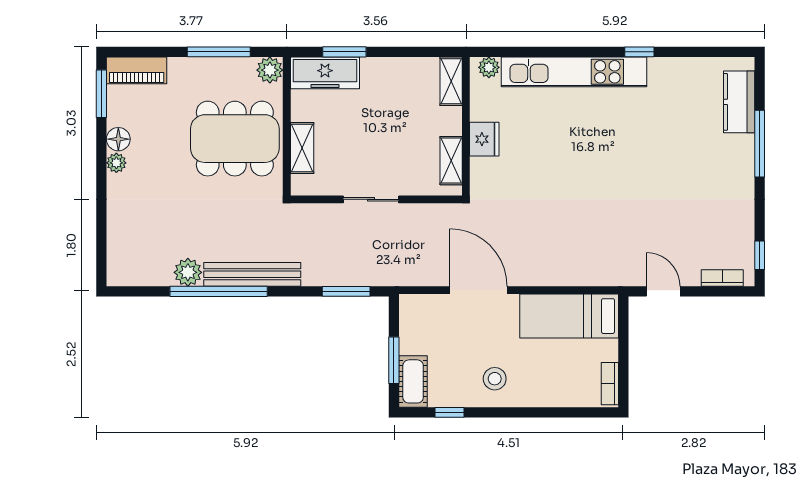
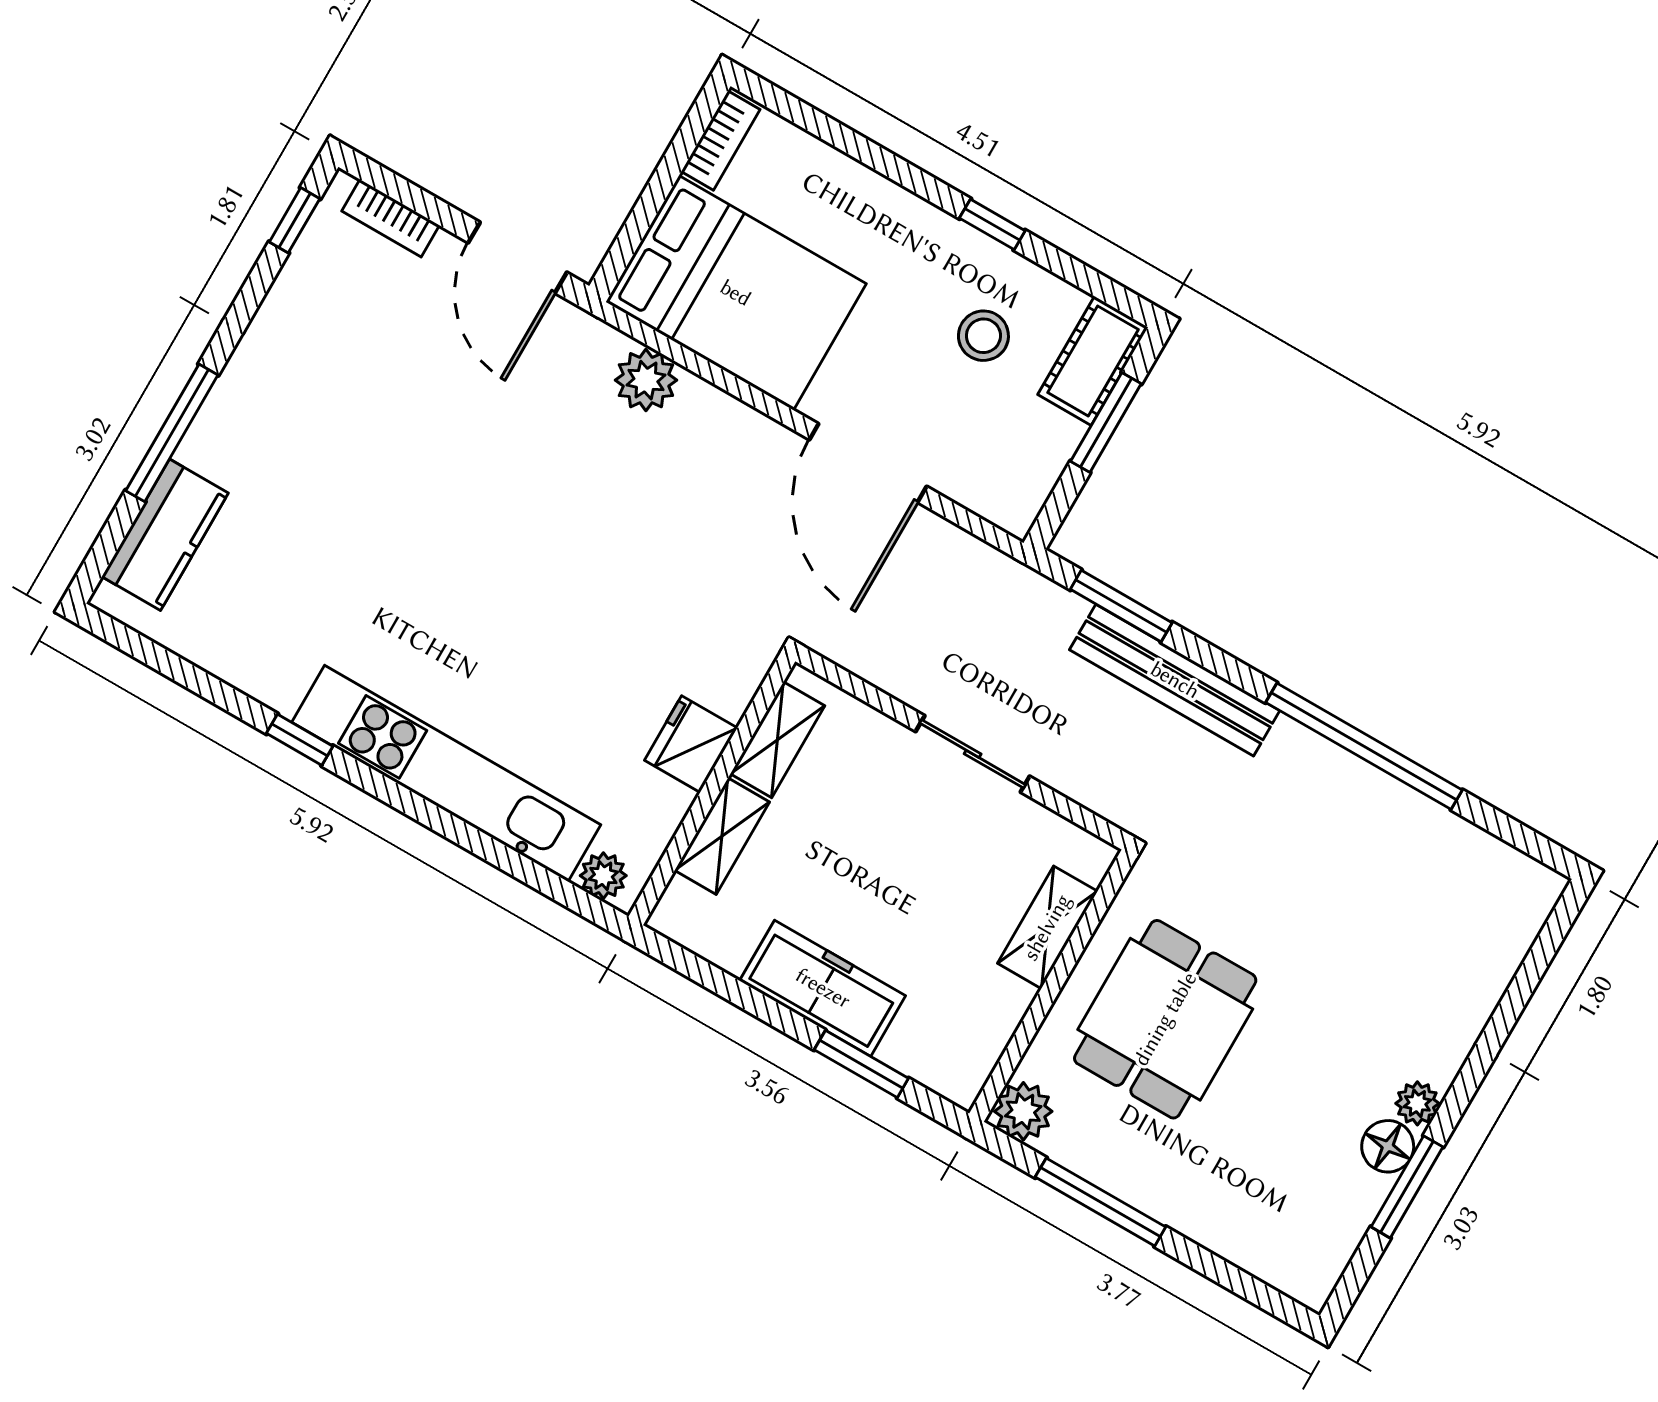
piano: (137, 70) -> (1277, 1257), removed
freezer: (325, 73) -> (823, 988), moved
shelving: (451, 81) -> (722, 836), moved
window: (101, 94) -> (1407, 1187), moved
dining table: (235, 139) -> (1165, 1019), width x0.73
plant: (188, 272) -> (646, 380), moved
bench: (252, 274) -> (1175, 680), moved
door: (663, 291) -> (518, 258), width x1.38
bed: (569, 316) -> (736, 293), width x1.50
stool: (495, 379) -> (983, 336), moved
window: (449, 412) -> (992, 224), moved

